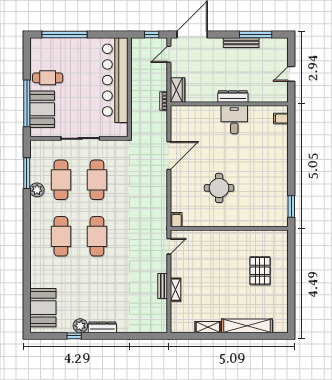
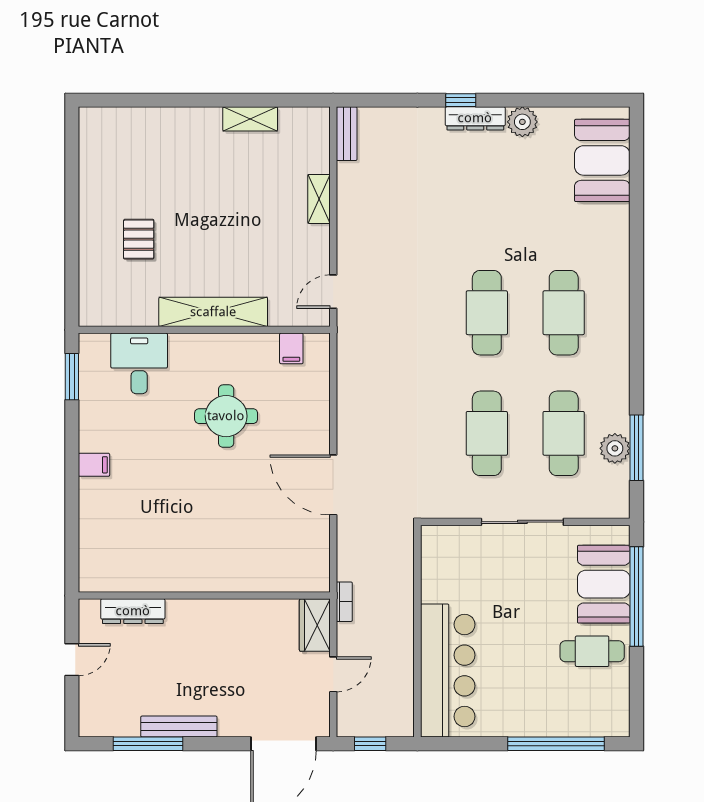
door: (169, 54) -> (333, 674), moved
bar counter: (115, 80) -> (448, 670), width x0.73
dresser: (233, 97) -> (133, 611), moved
filing cabinet: (281, 119) -> (94, 465), moved
desk: (234, 120) -> (139, 363), moved, turned 180
door: (169, 156) -> (333, 485), hinge flipped
plant: (37, 190) -> (615, 448), moved
filing cabinet: (176, 220) -> (291, 348), moved
pallet: (260, 271) -> (139, 239), width x0.67, depth x0.71
bench: (163, 286) -> (347, 134), moved
shelving: (247, 326) -> (213, 312), moved
window: (74, 336) -> (461, 100), moved

